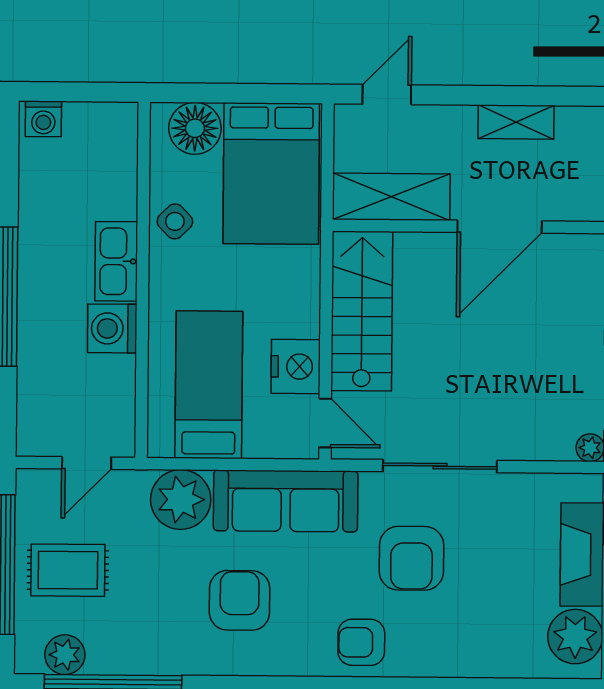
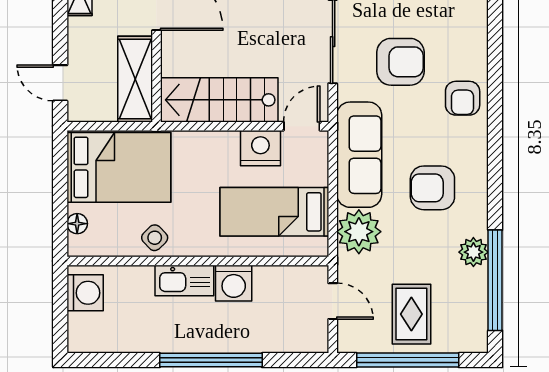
washing machine: (43, 119) -> (85, 293), moved, width x1.38, depth x1.38
floor lamp: (195, 128) -> (77, 224), width x0.53, depth x0.53
plant: (65, 655) -> (473, 252), moved

